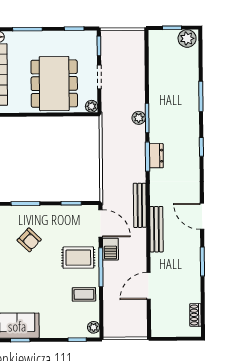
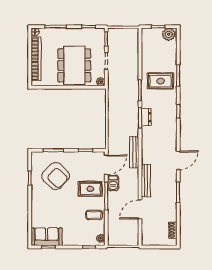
rug: (176, 105) -> (160, 81), added
plant: (139, 118) -> (134, 90), removed
door: (202, 216) -> (178, 160), swing flipped
door: (100, 223) -> (106, 165), hinge flipped
bench: (156, 229) -> (146, 181), moved
armchair: (29, 240) -> (56, 176), width x1.88, depth x1.88

